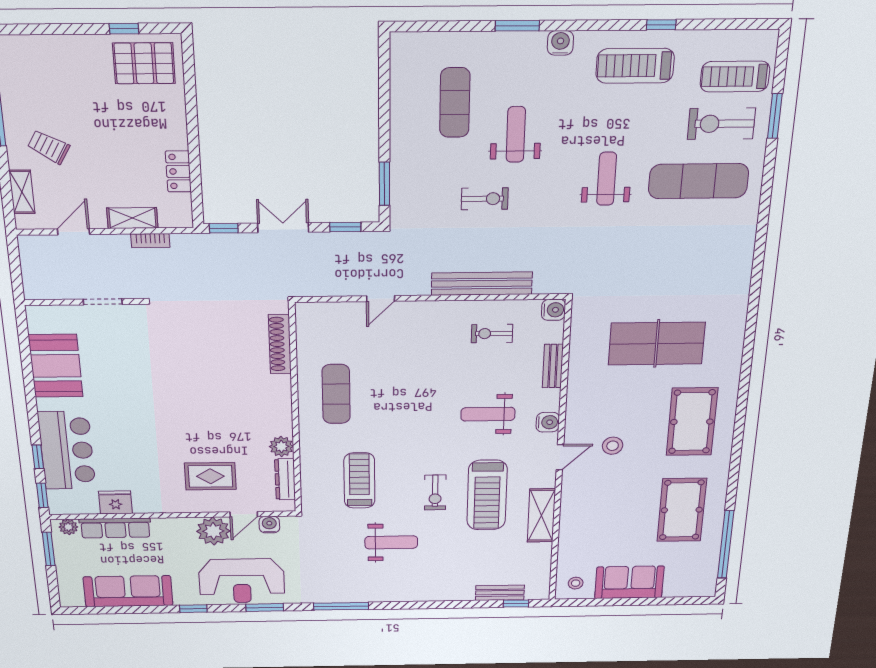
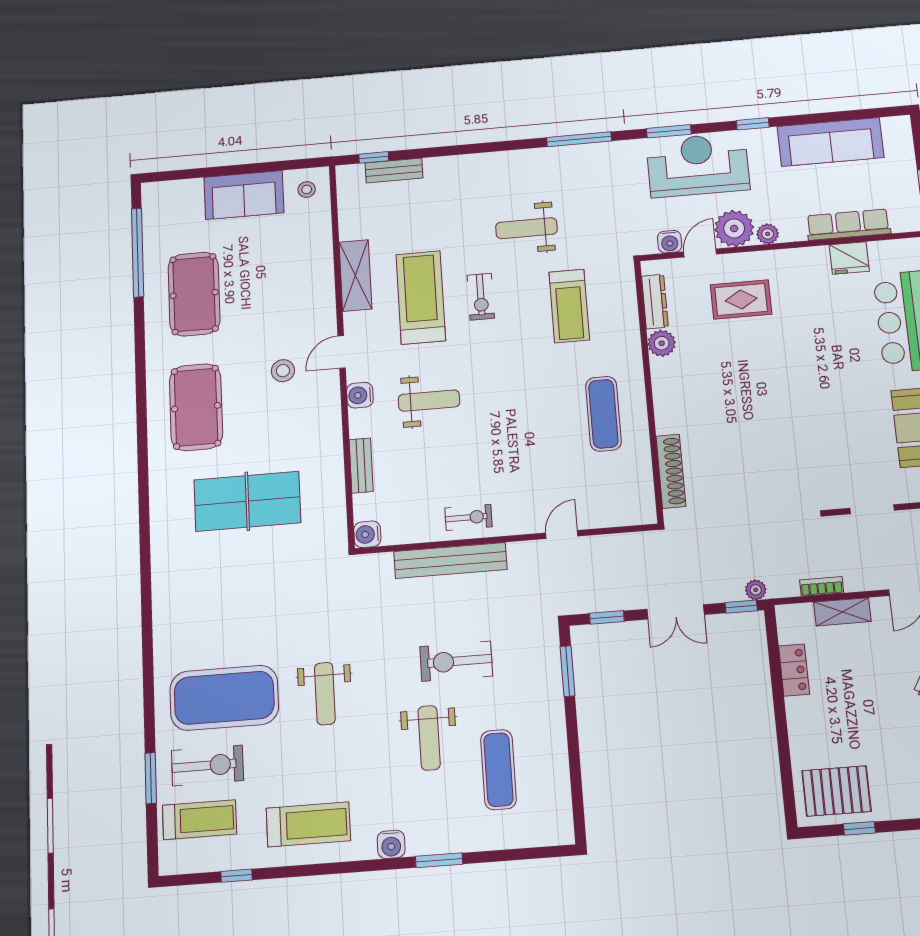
window: (661, 25) -> (237, 876), moved
exercise mat: (698, 181) -> (224, 698), width x1.47
exercise bike: (485, 199) -> (456, 661), width x1.38, depth x1.39
plant: (210, 242) -> (756, 590), added
exercise bike: (492, 334) -> (468, 517), moved
exercise bike: (435, 492) -> (481, 297), turned 180
plant: (68, 527) -> (768, 234), moved

